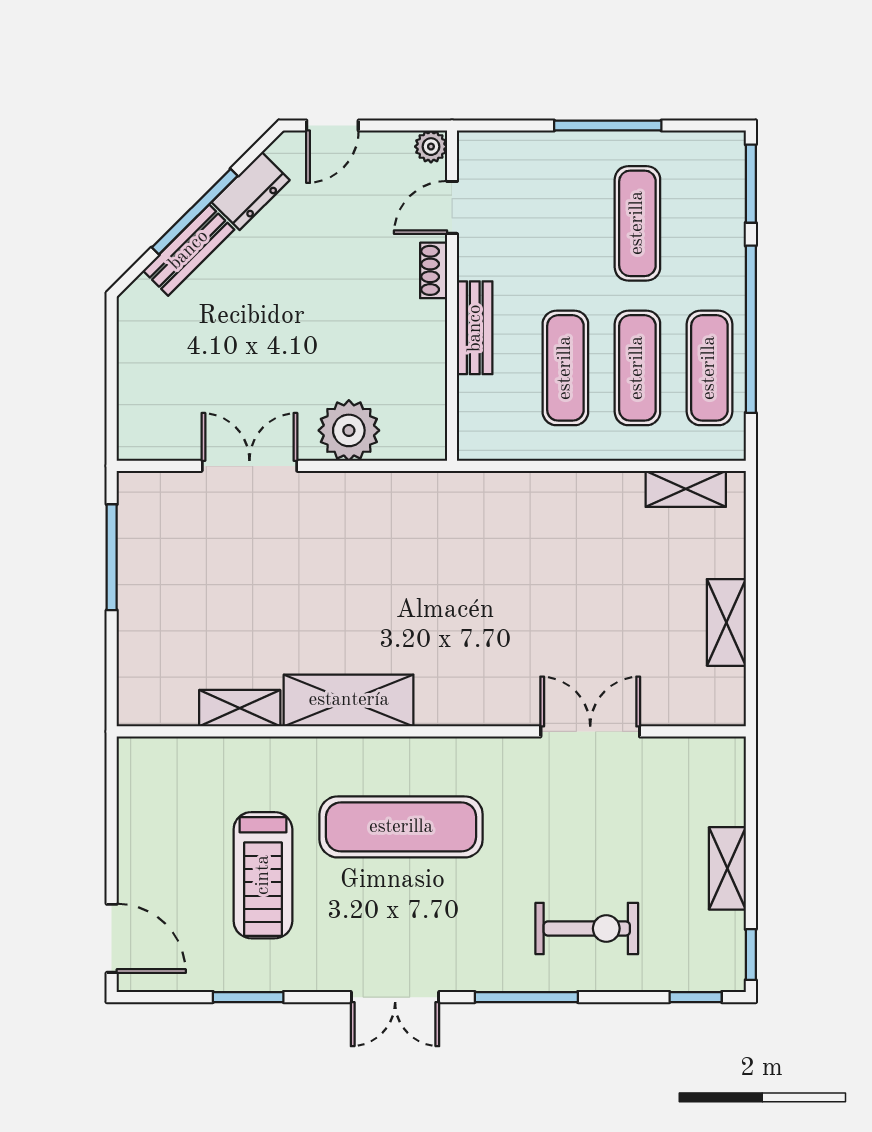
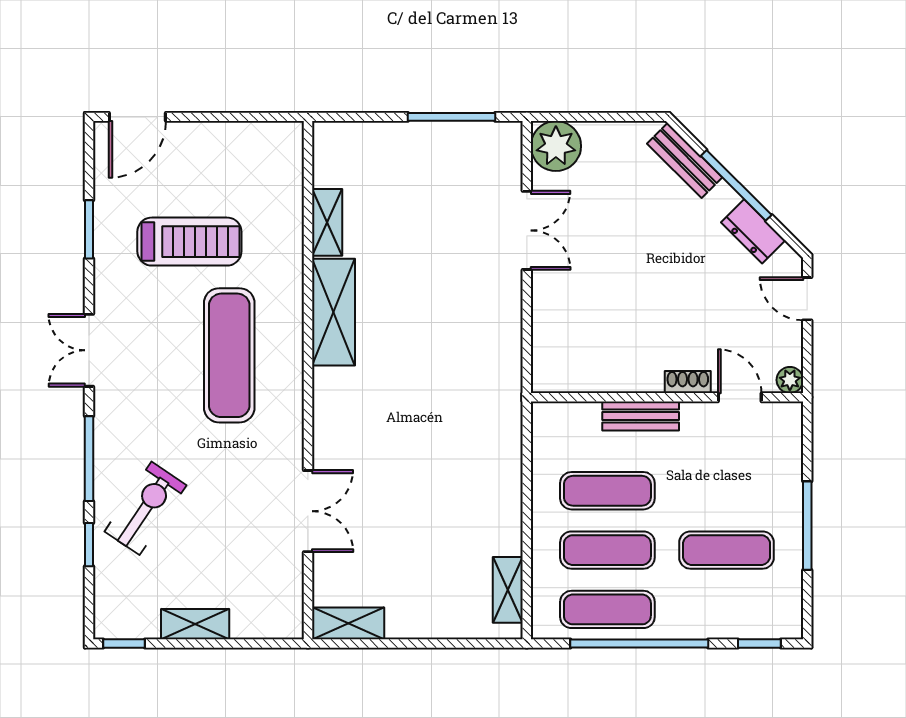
window: (751, 184) -> (759, 644), width x0.67
bench: (189, 250) -> (685, 160), moved
plant: (349, 430) -> (556, 146), moved
shelving: (726, 622) -> (348, 623), moved
treadmill: (263, 875) -> (189, 242), turned 180
exercise bike: (587, 928) -> (146, 508), turned -146
window: (696, 997) -> (89, 545), moved

